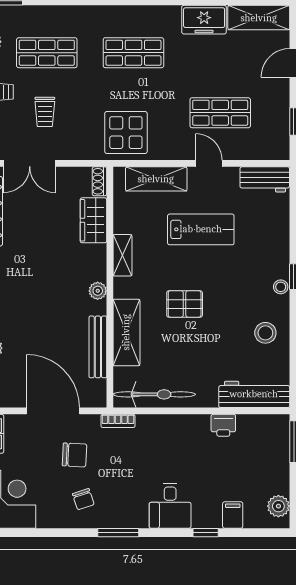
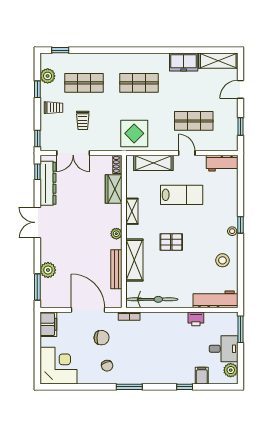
desk: (170, 506) -> (224, 349), moved, turned -90

